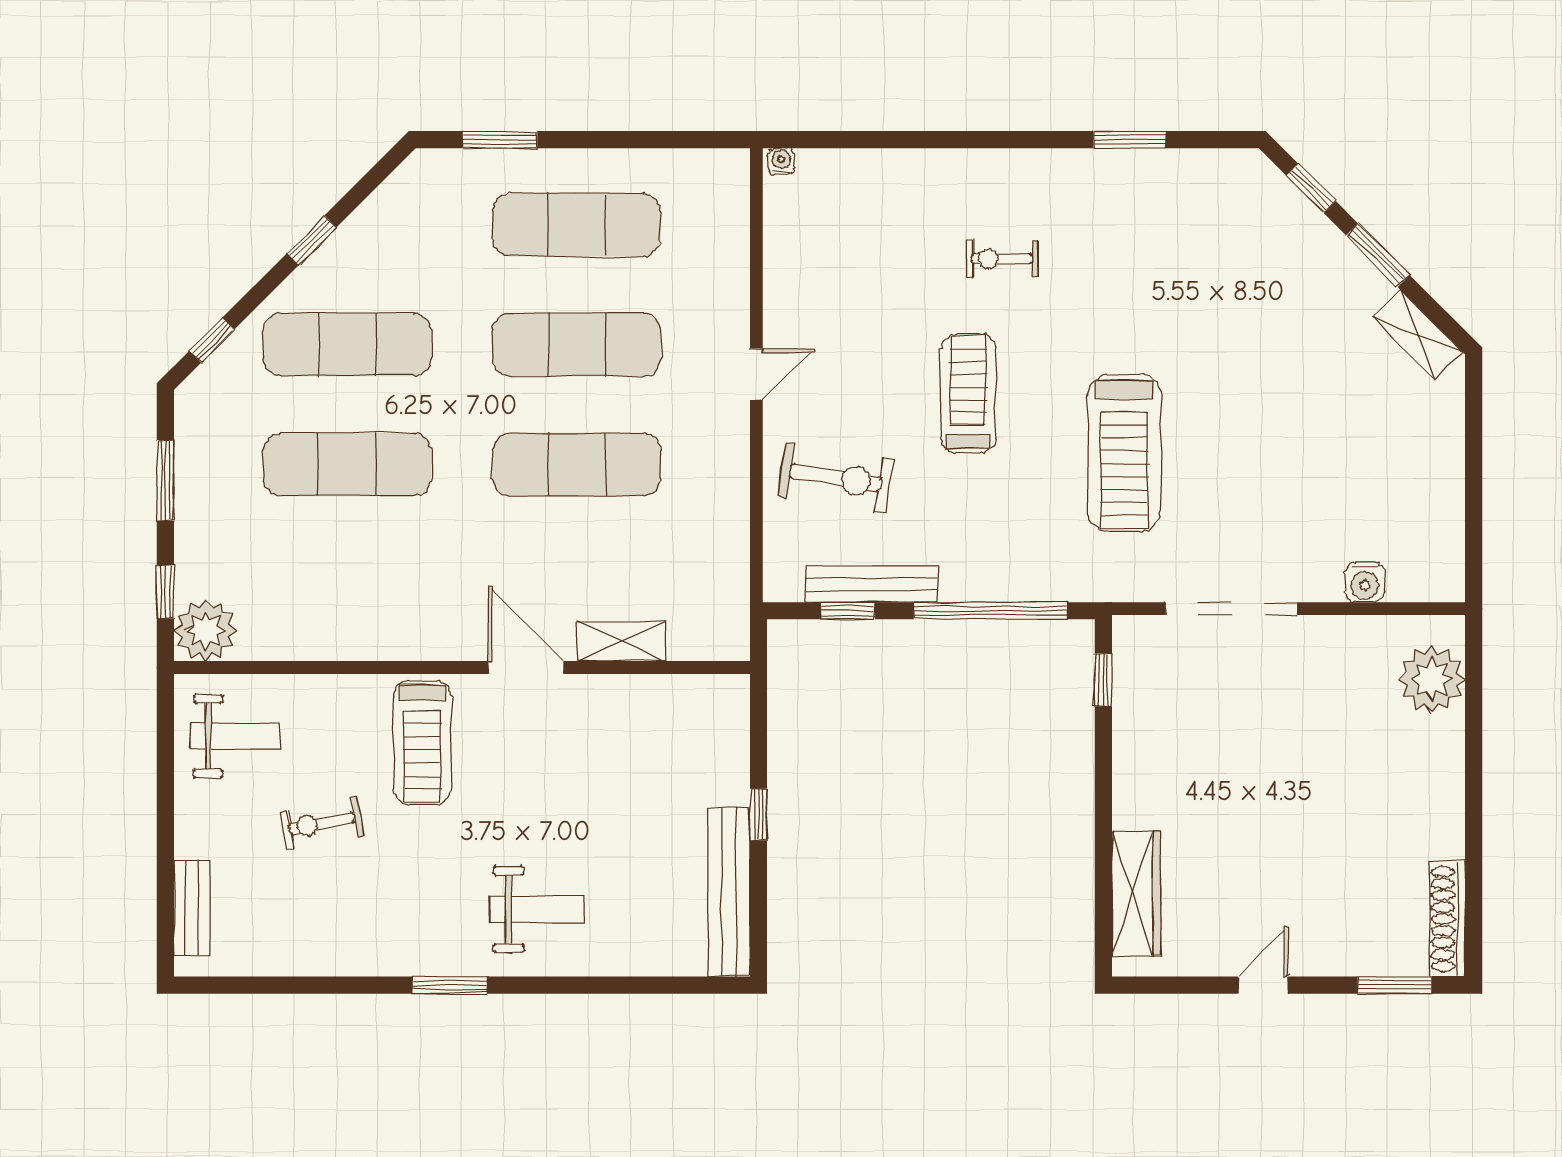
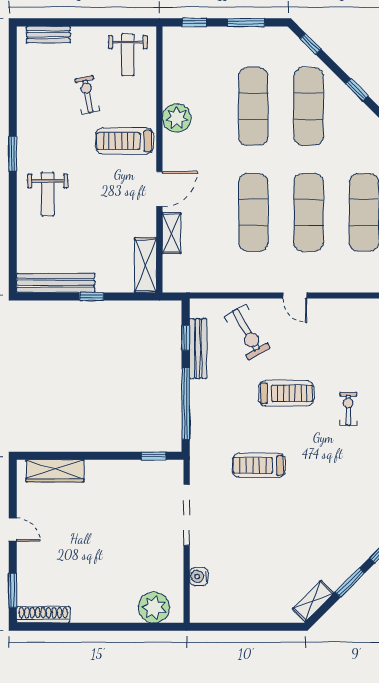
treadmill: (1124, 453) -> (259, 465), width x0.73, depth x0.73
exercise bike: (836, 478) -> (247, 332), turned -38
plant: (206, 630) -> (177, 118), moved
shelving: (691, 698) -> (146, 265), added

